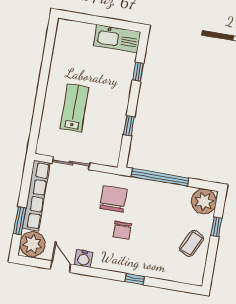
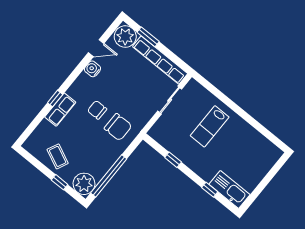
kitchen sink: (117, 39) -> (229, 189), moved, turned 90
lab bench: (74, 108) -> (210, 126), turned 90
window: (160, 177) -> (109, 176), moved
chair: (113, 199) -> (118, 127), moved
row of seats: (143, 268) -> (60, 110), added

